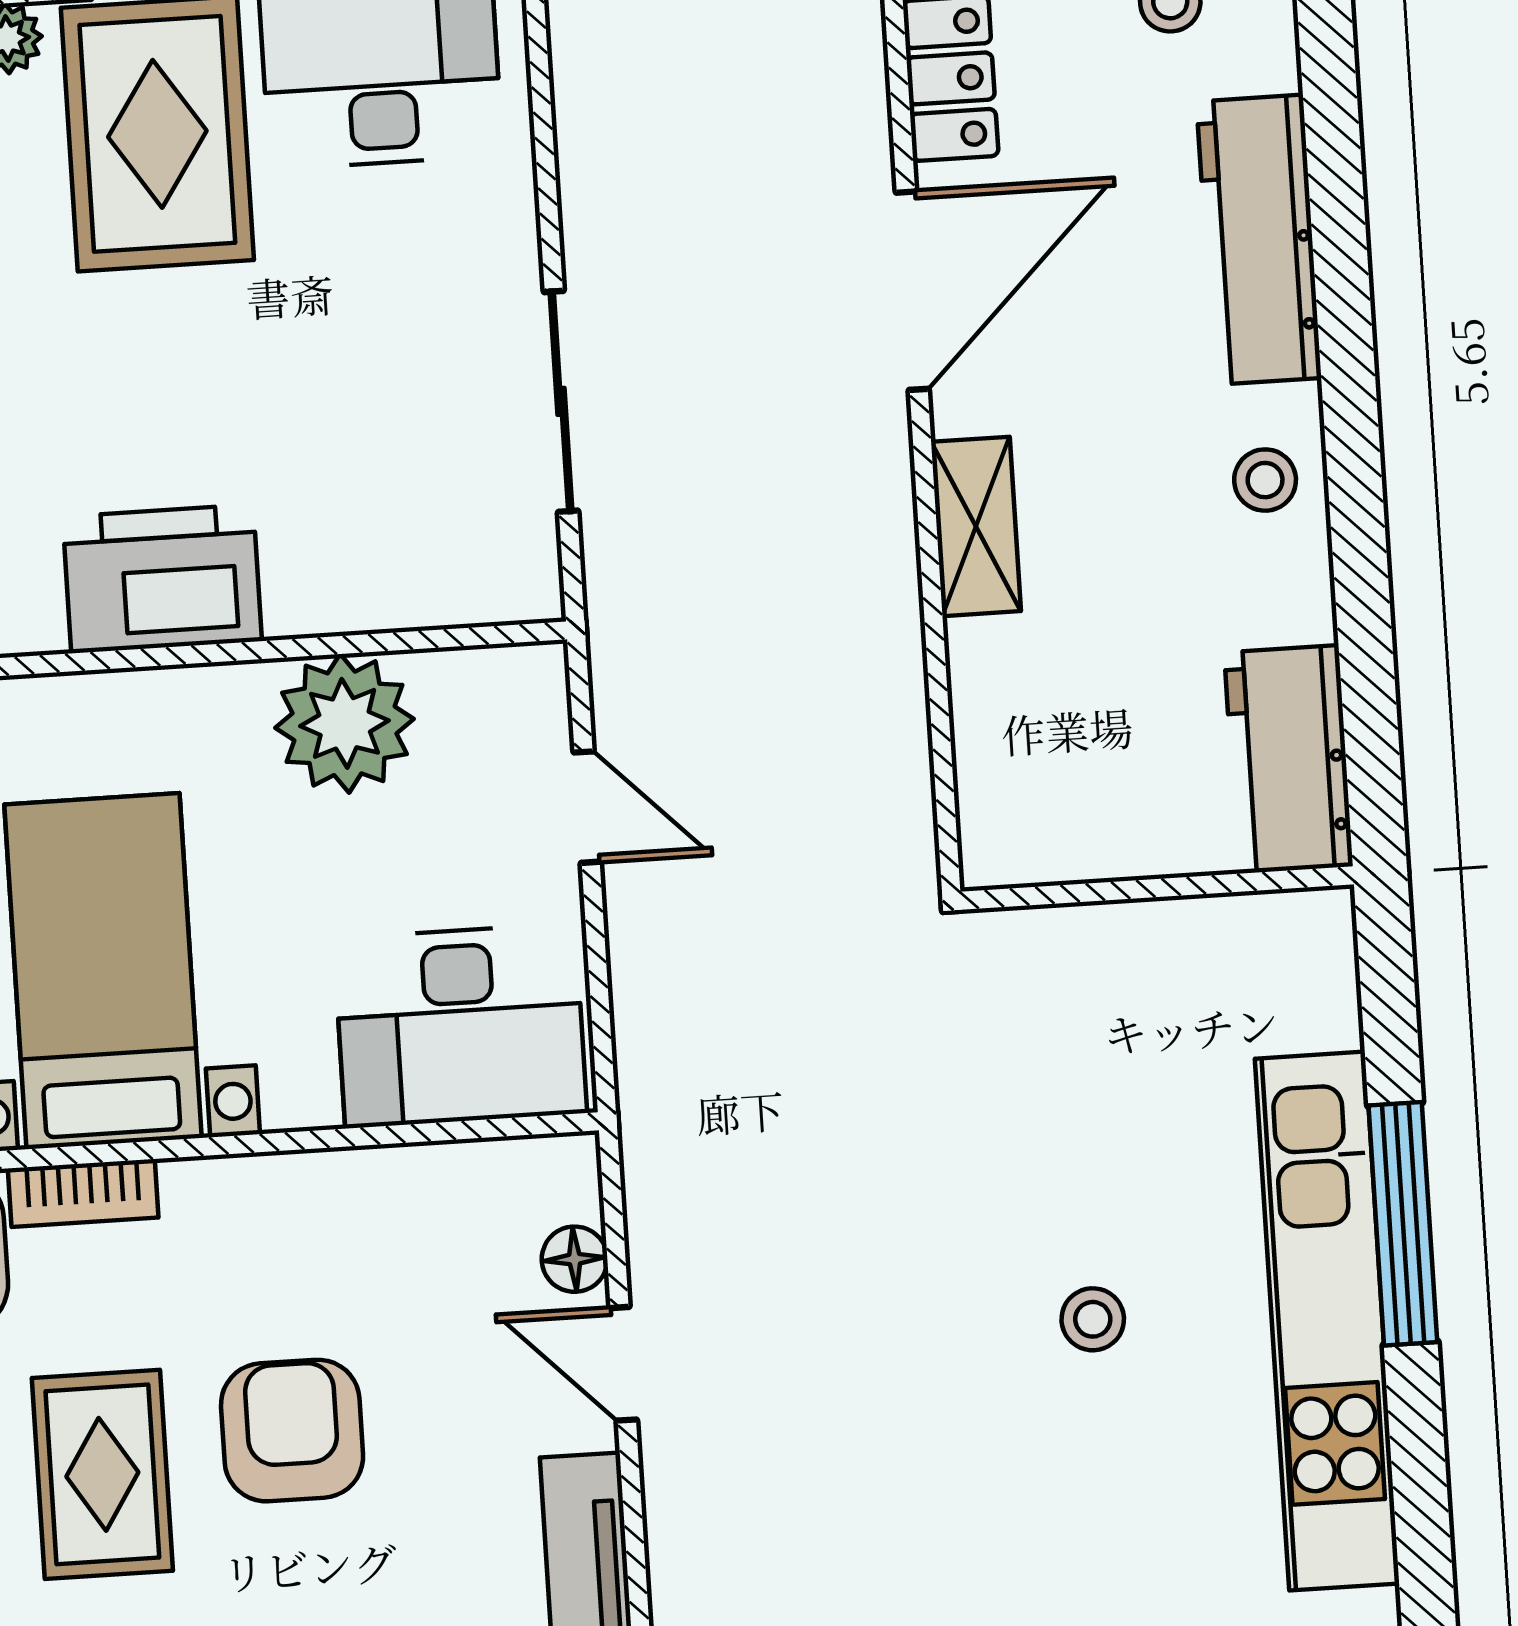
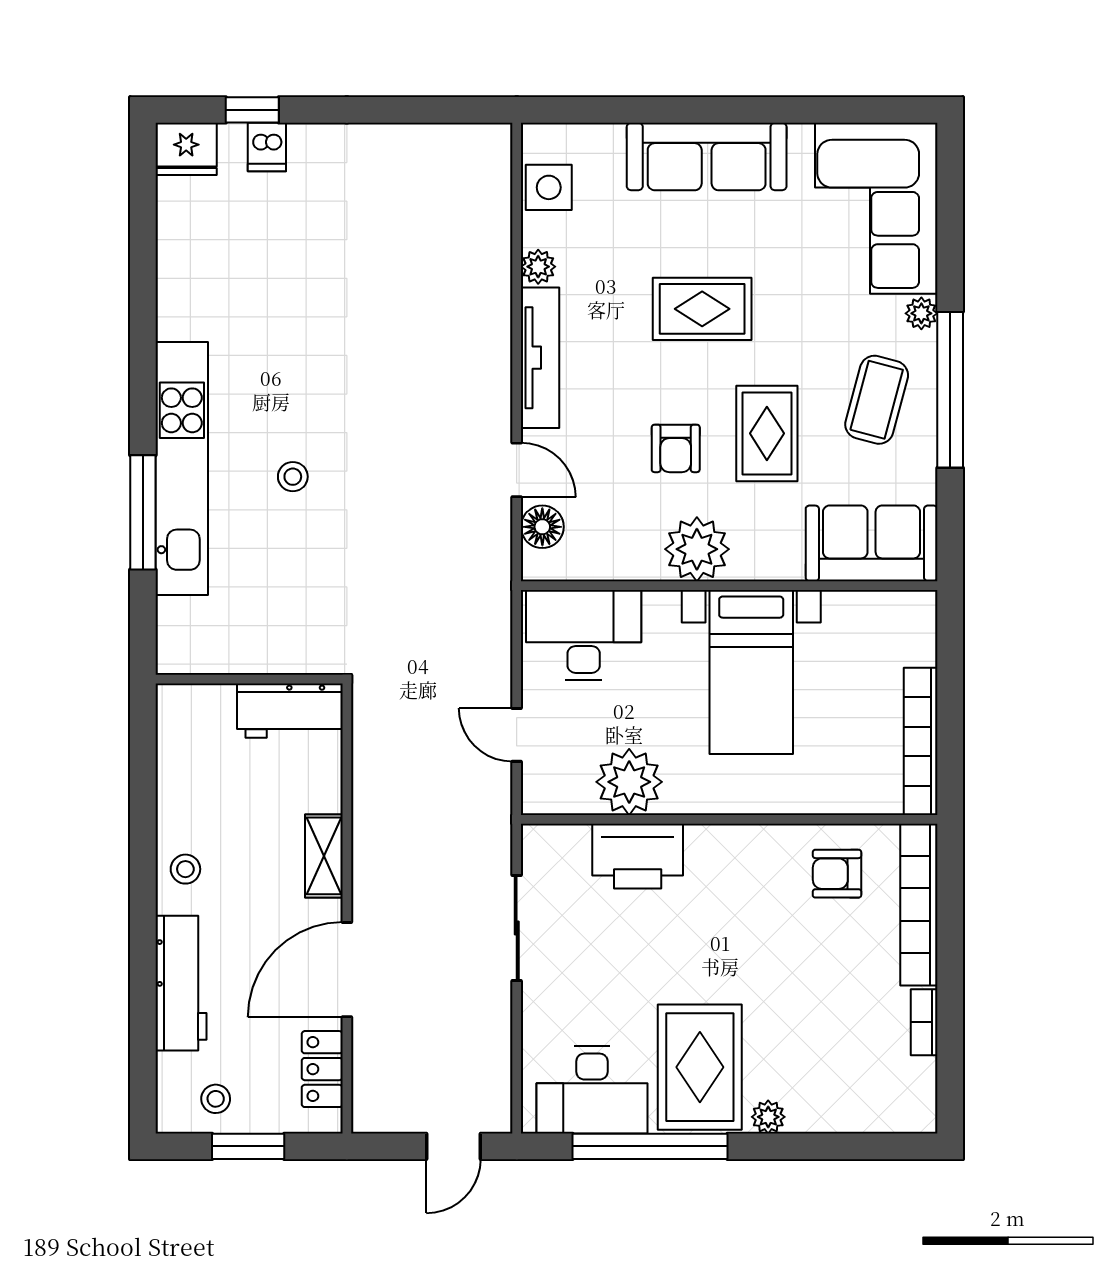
printer: (162, 579) -> (638, 856), moved
workbench: (1289, 759) -> (290, 711), moved, turned 90
bookcase: (83, 1193) -> (767, 567), removed
plant: (234, 1222) -> (697, 549), added
floor lamp: (575, 1259) -> (542, 527), width x1.37, depth x1.37
armchair: (292, 1431) -> (676, 448), width x0.72, depth x0.72

